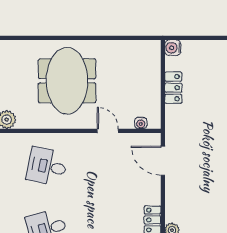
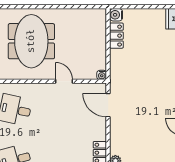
locker: (173, 88) -> (116, 36), moved
water cooler: (141, 123) -> (102, 75), moved

